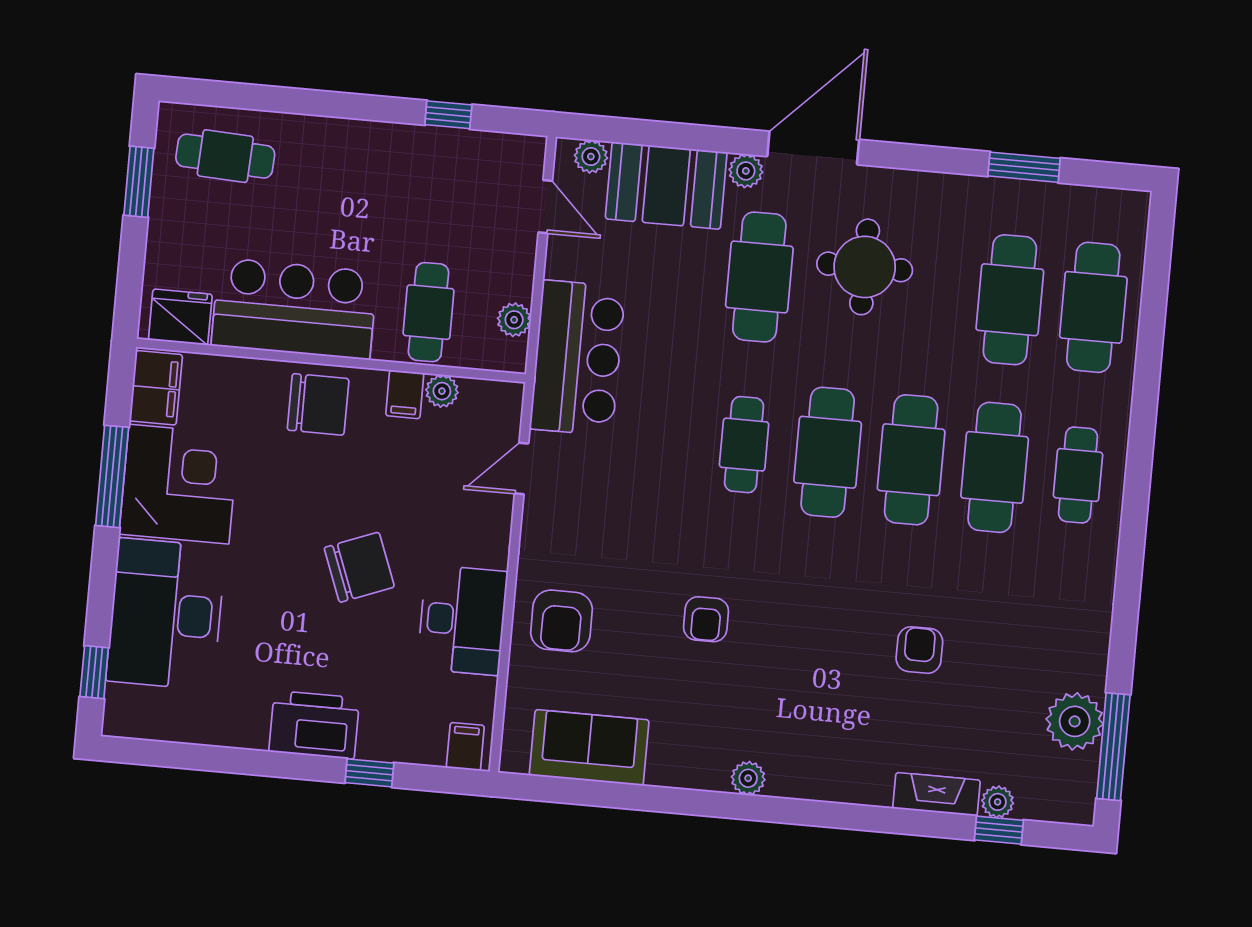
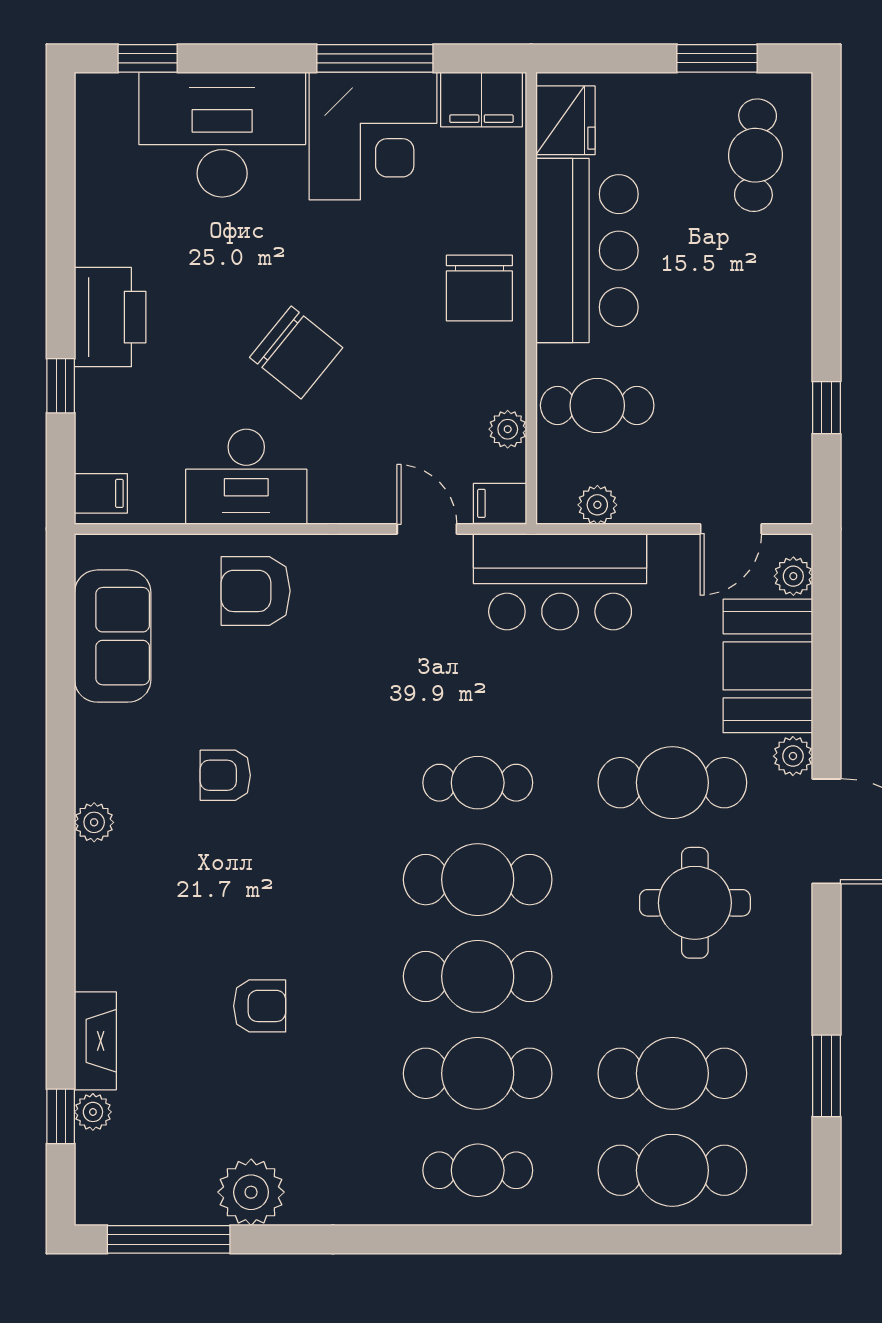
filing cabinet: (405, 394) -> (500, 503), moved
chair: (359, 567) -> (296, 352), turned -30
armchair: (706, 619) -> (225, 775), moved
plant: (1075, 721) -> (251, 1192), moved

